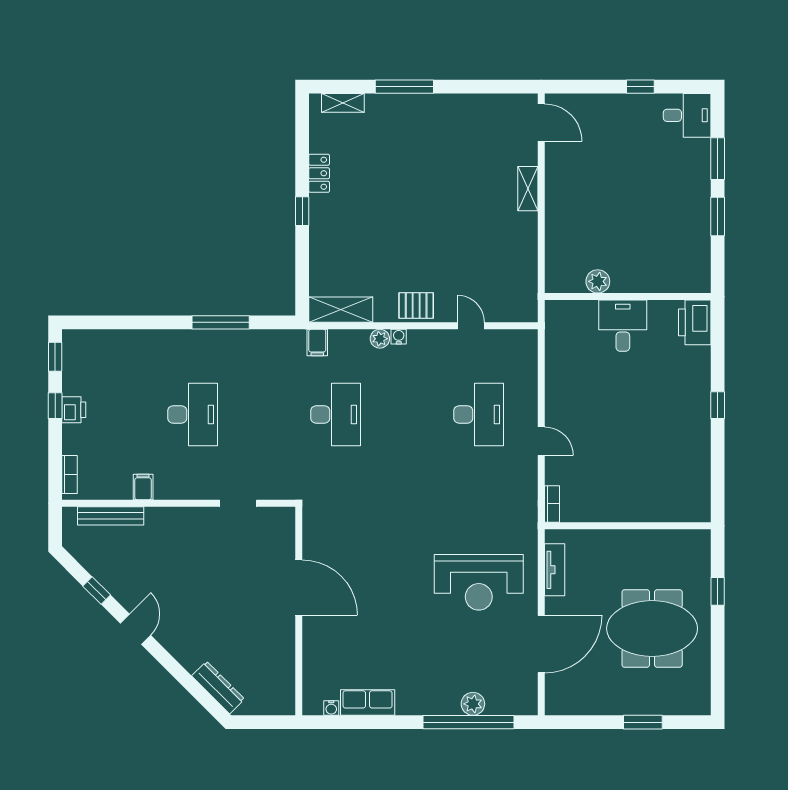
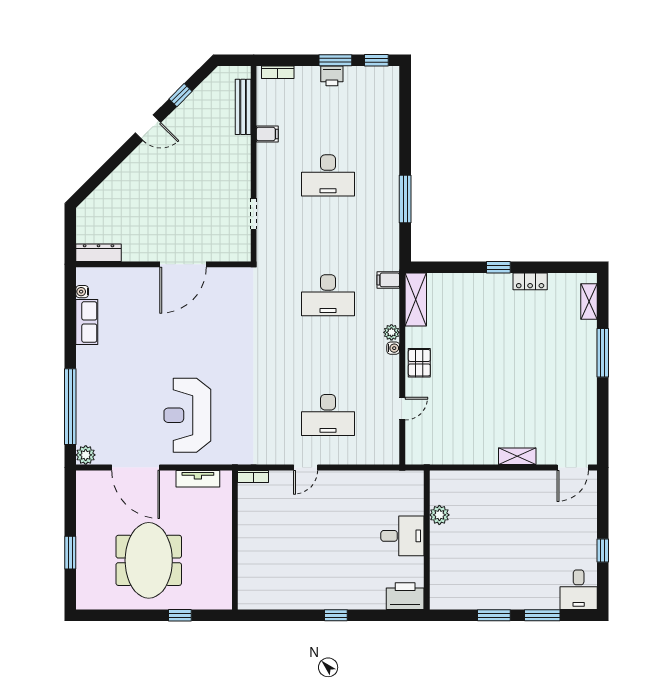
window: (55, 406) -> (335, 60), width x1.50
dresser: (218, 687) -> (99, 253), moved, turned -135
plant: (473, 704) -> (86, 455), moved

